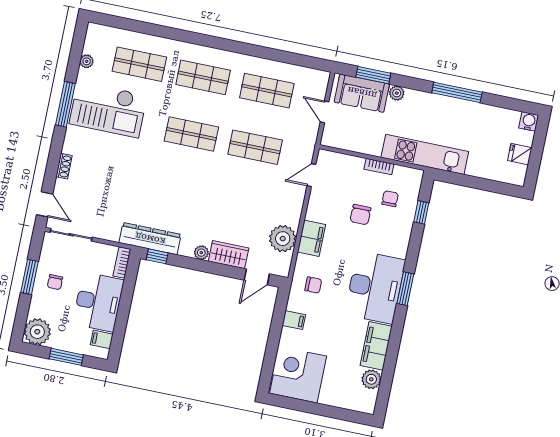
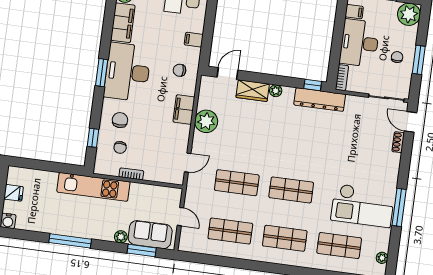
plant: (87, 61) -> (382, 258), moved
checkout: (108, 109) -> (363, 206), turned 180
shoe rack: (64, 166) -> (398, 142), moved
chair: (360, 215) -> (120, 120), moved
plant: (283, 239) -> (206, 121), moved

